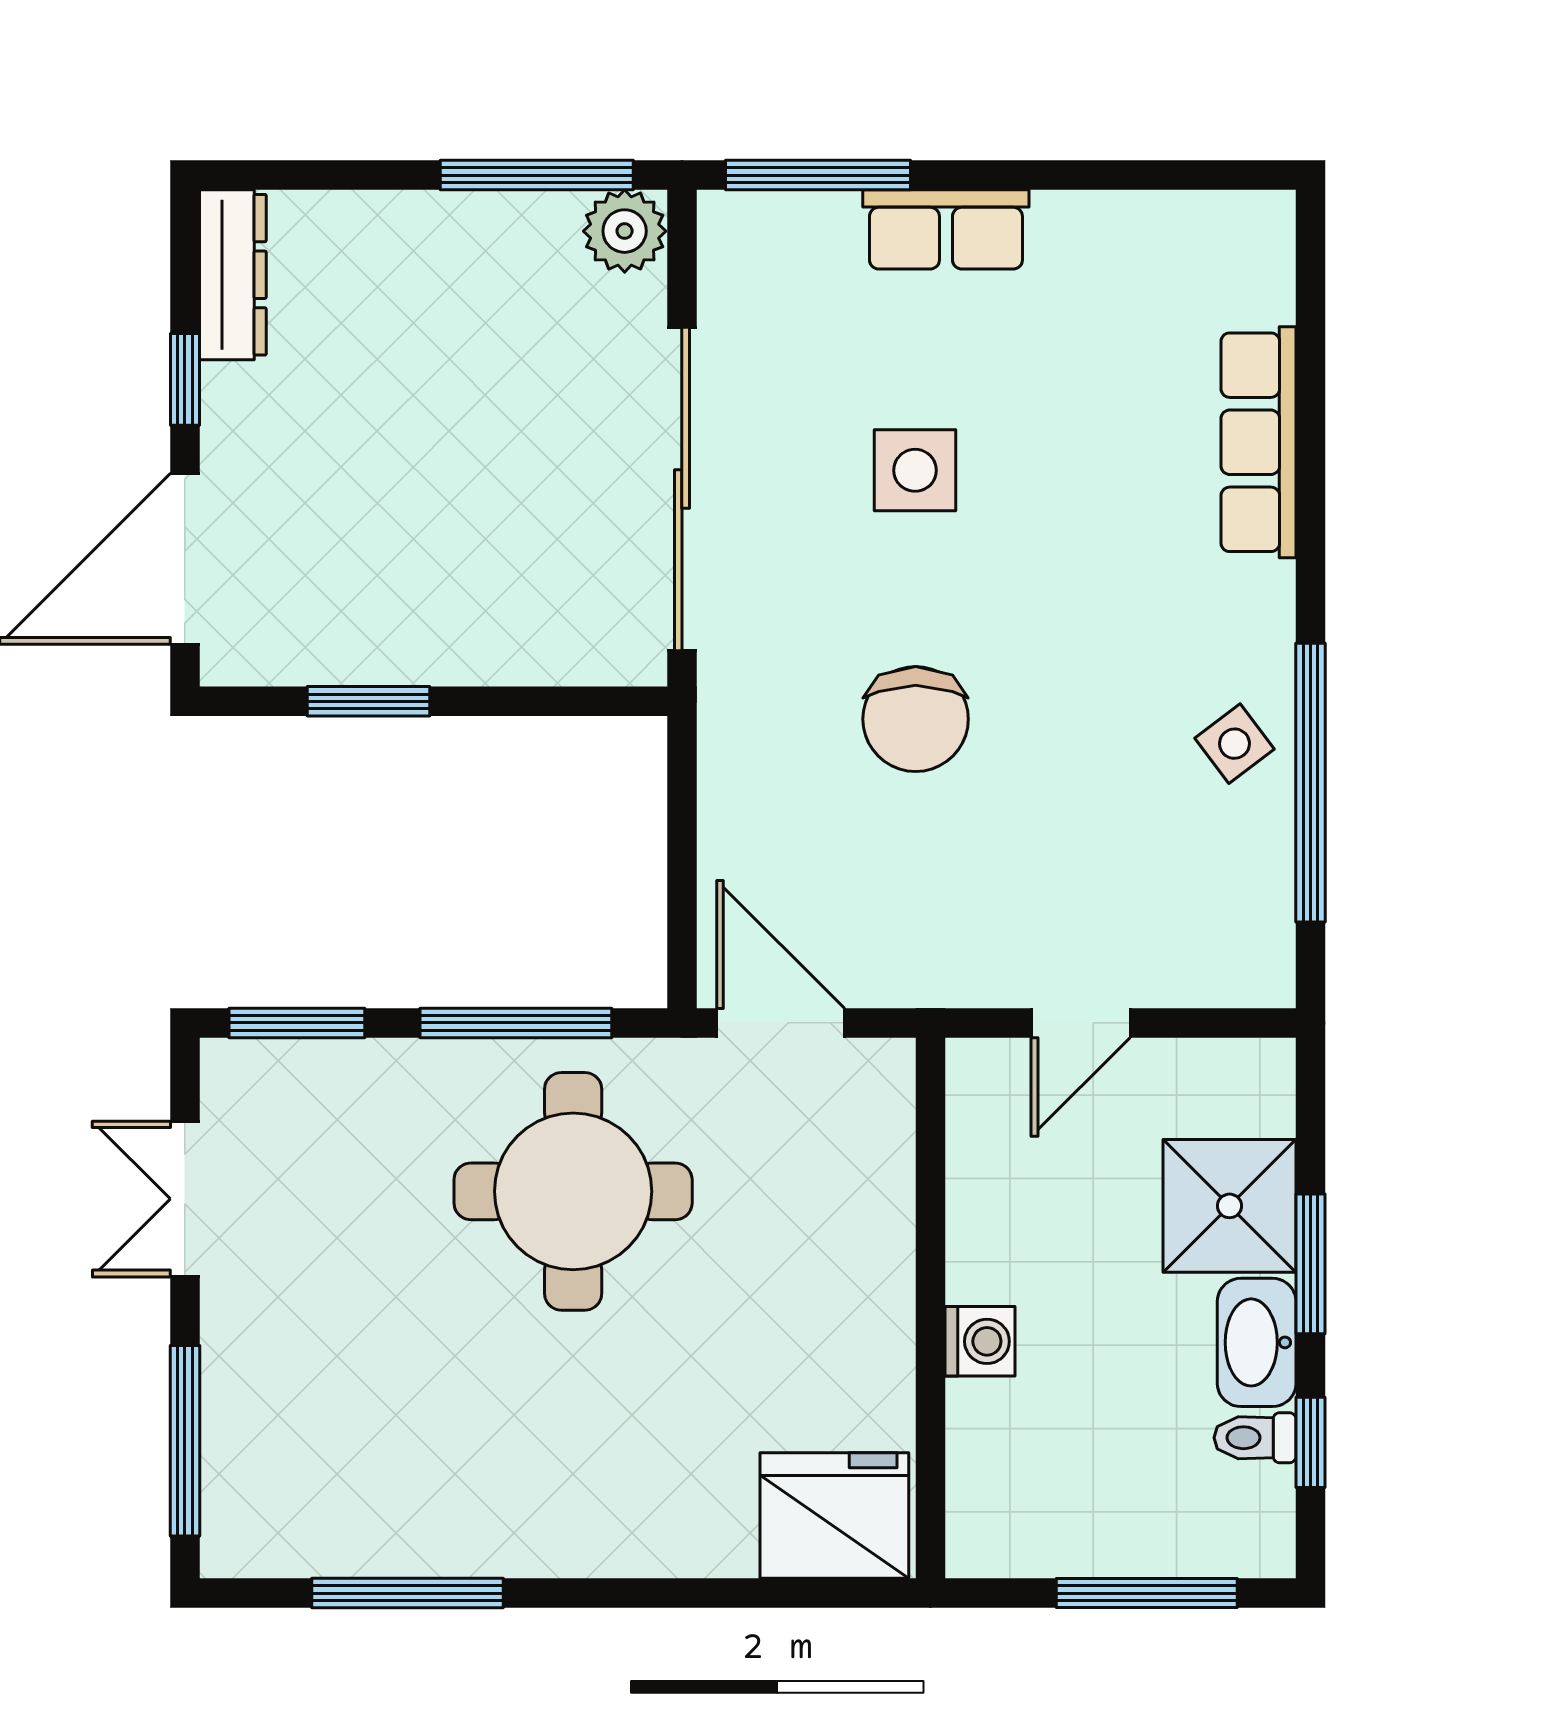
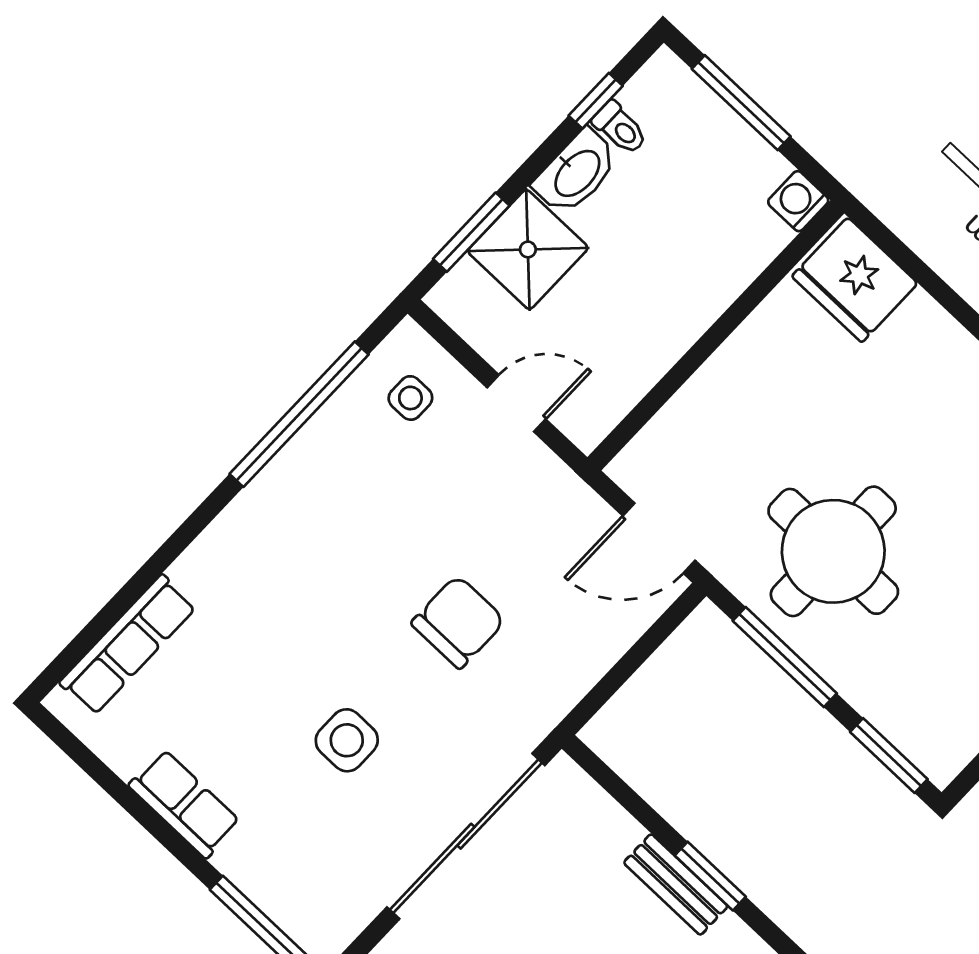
row of seats: (946, 229) -> (185, 804), moved
row of seats: (1259, 442) -> (128, 645), moved
bench: (398, 656) -> (676, 884), added
side table: (1234, 744) -> (410, 398), moved, turned 37
door: (781, 1023) -> (659, 538), hinge flipped
window: (1311, 1264) -> (471, 232), moved
washing machine: (980, 1341) -> (798, 201), moved

